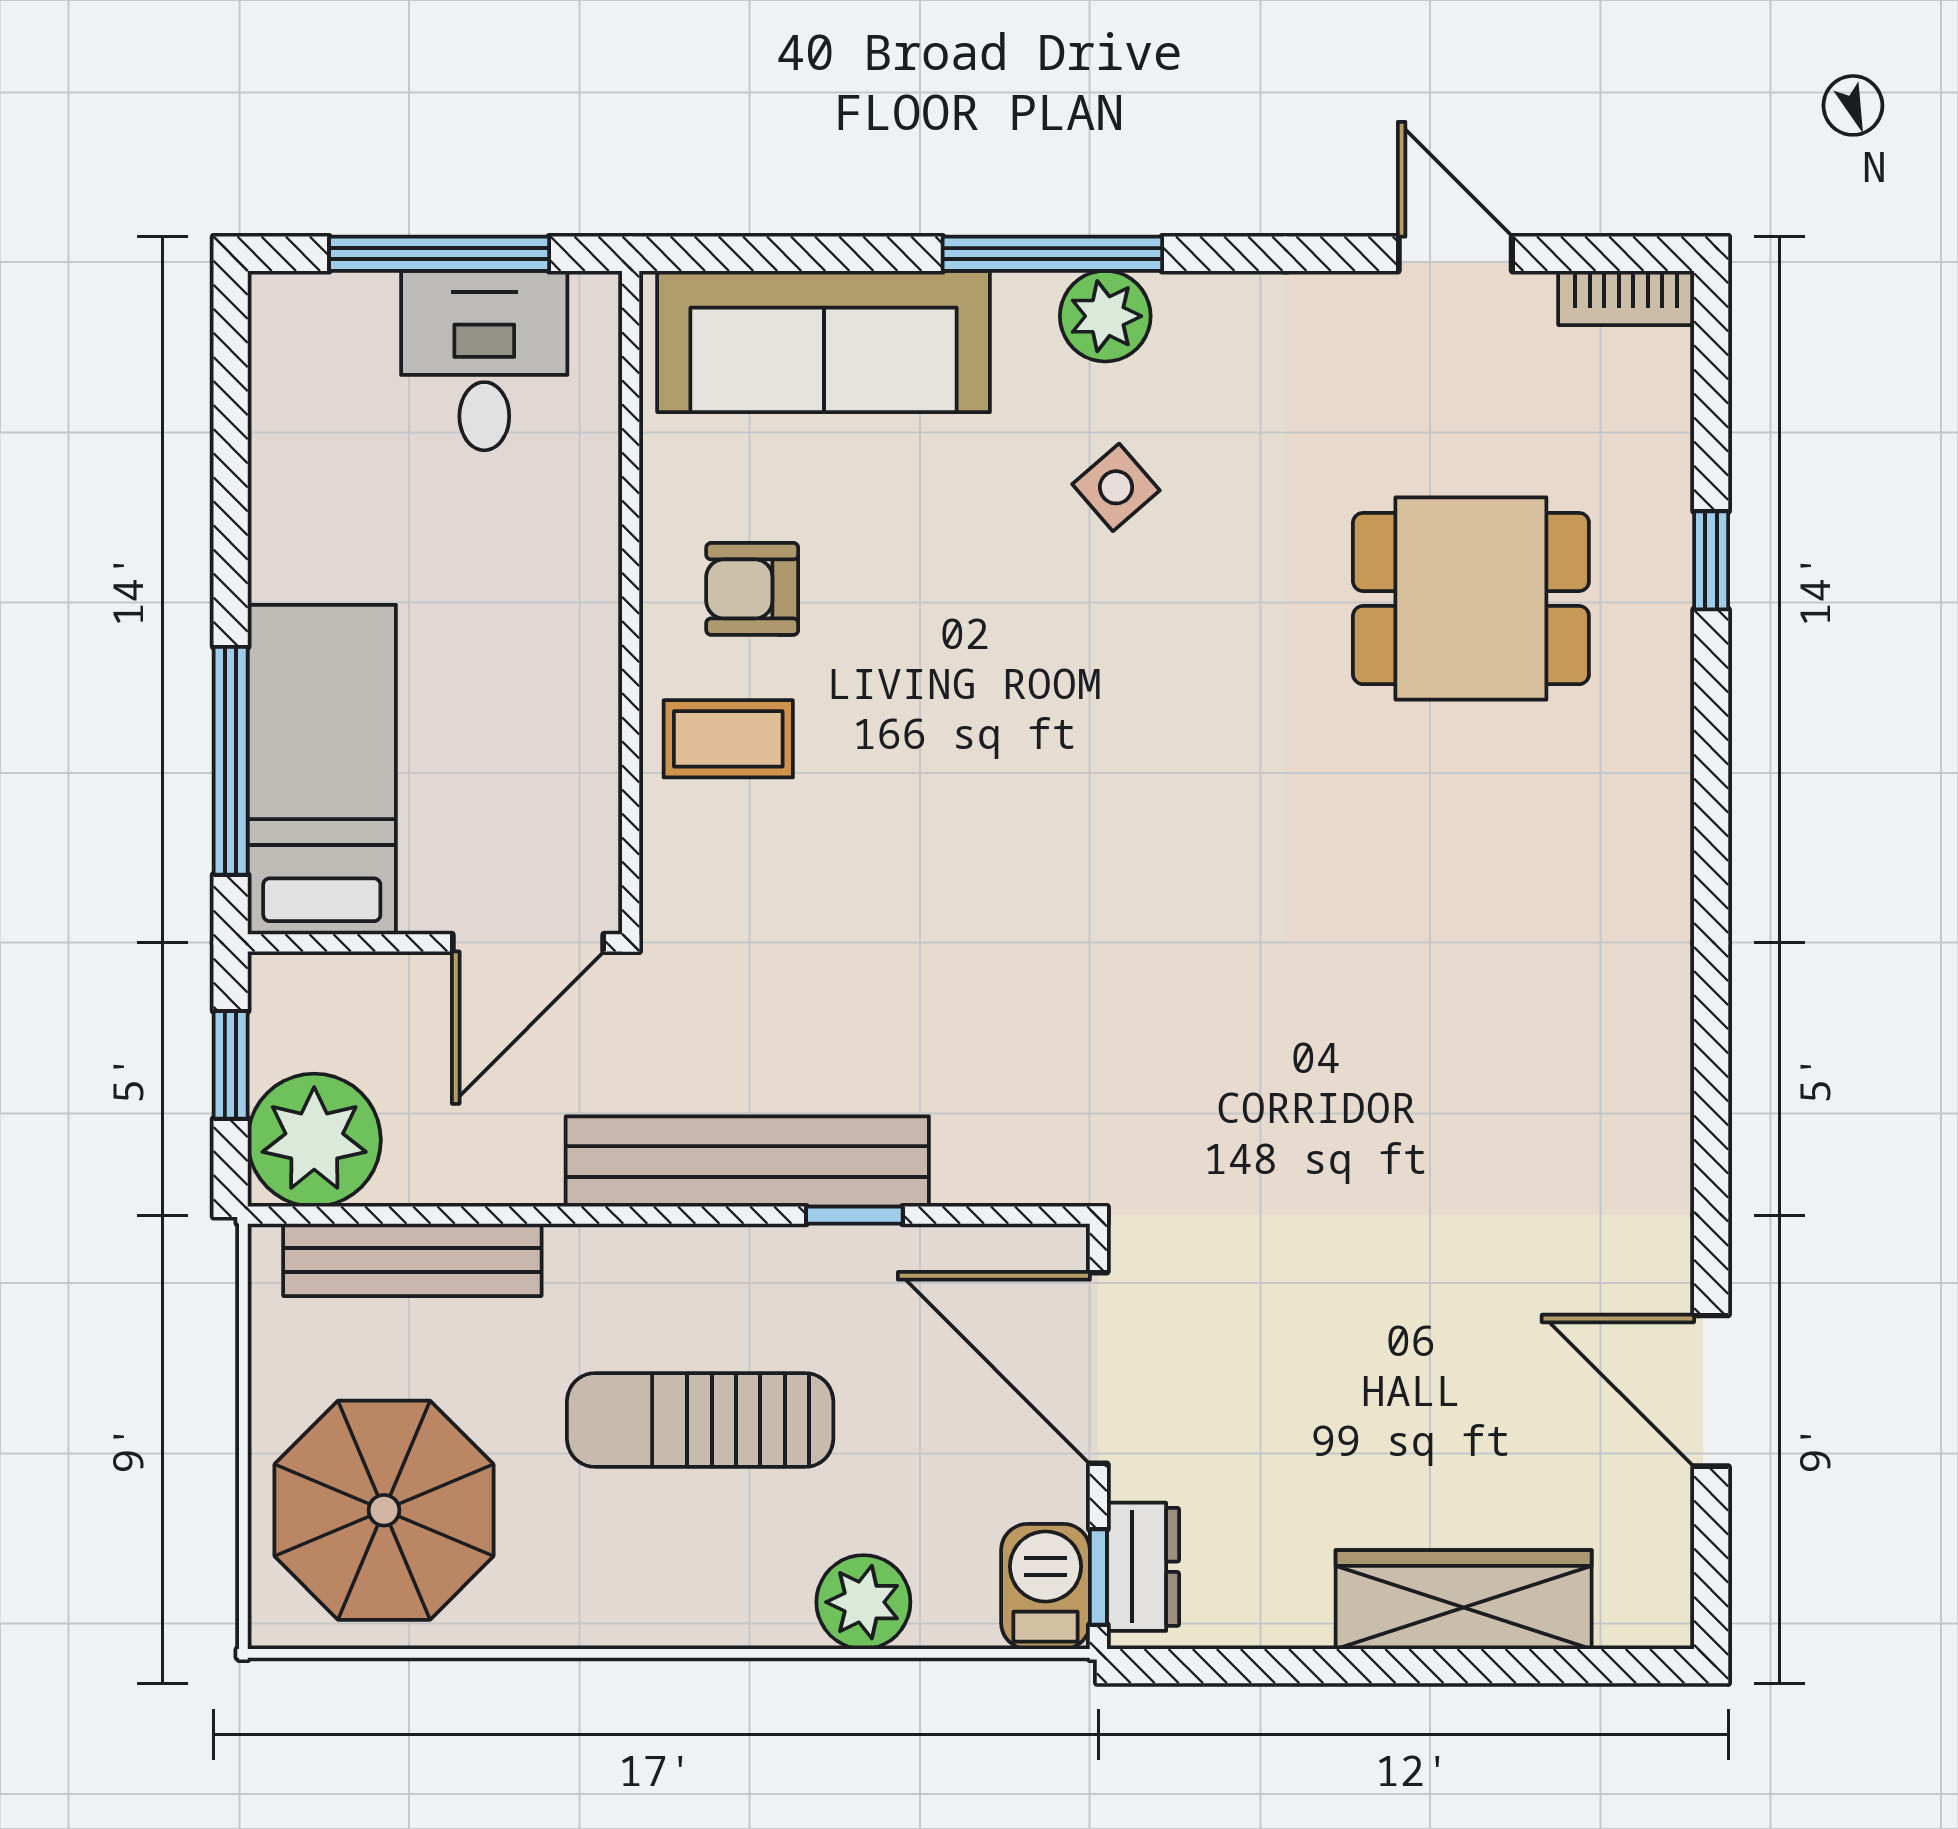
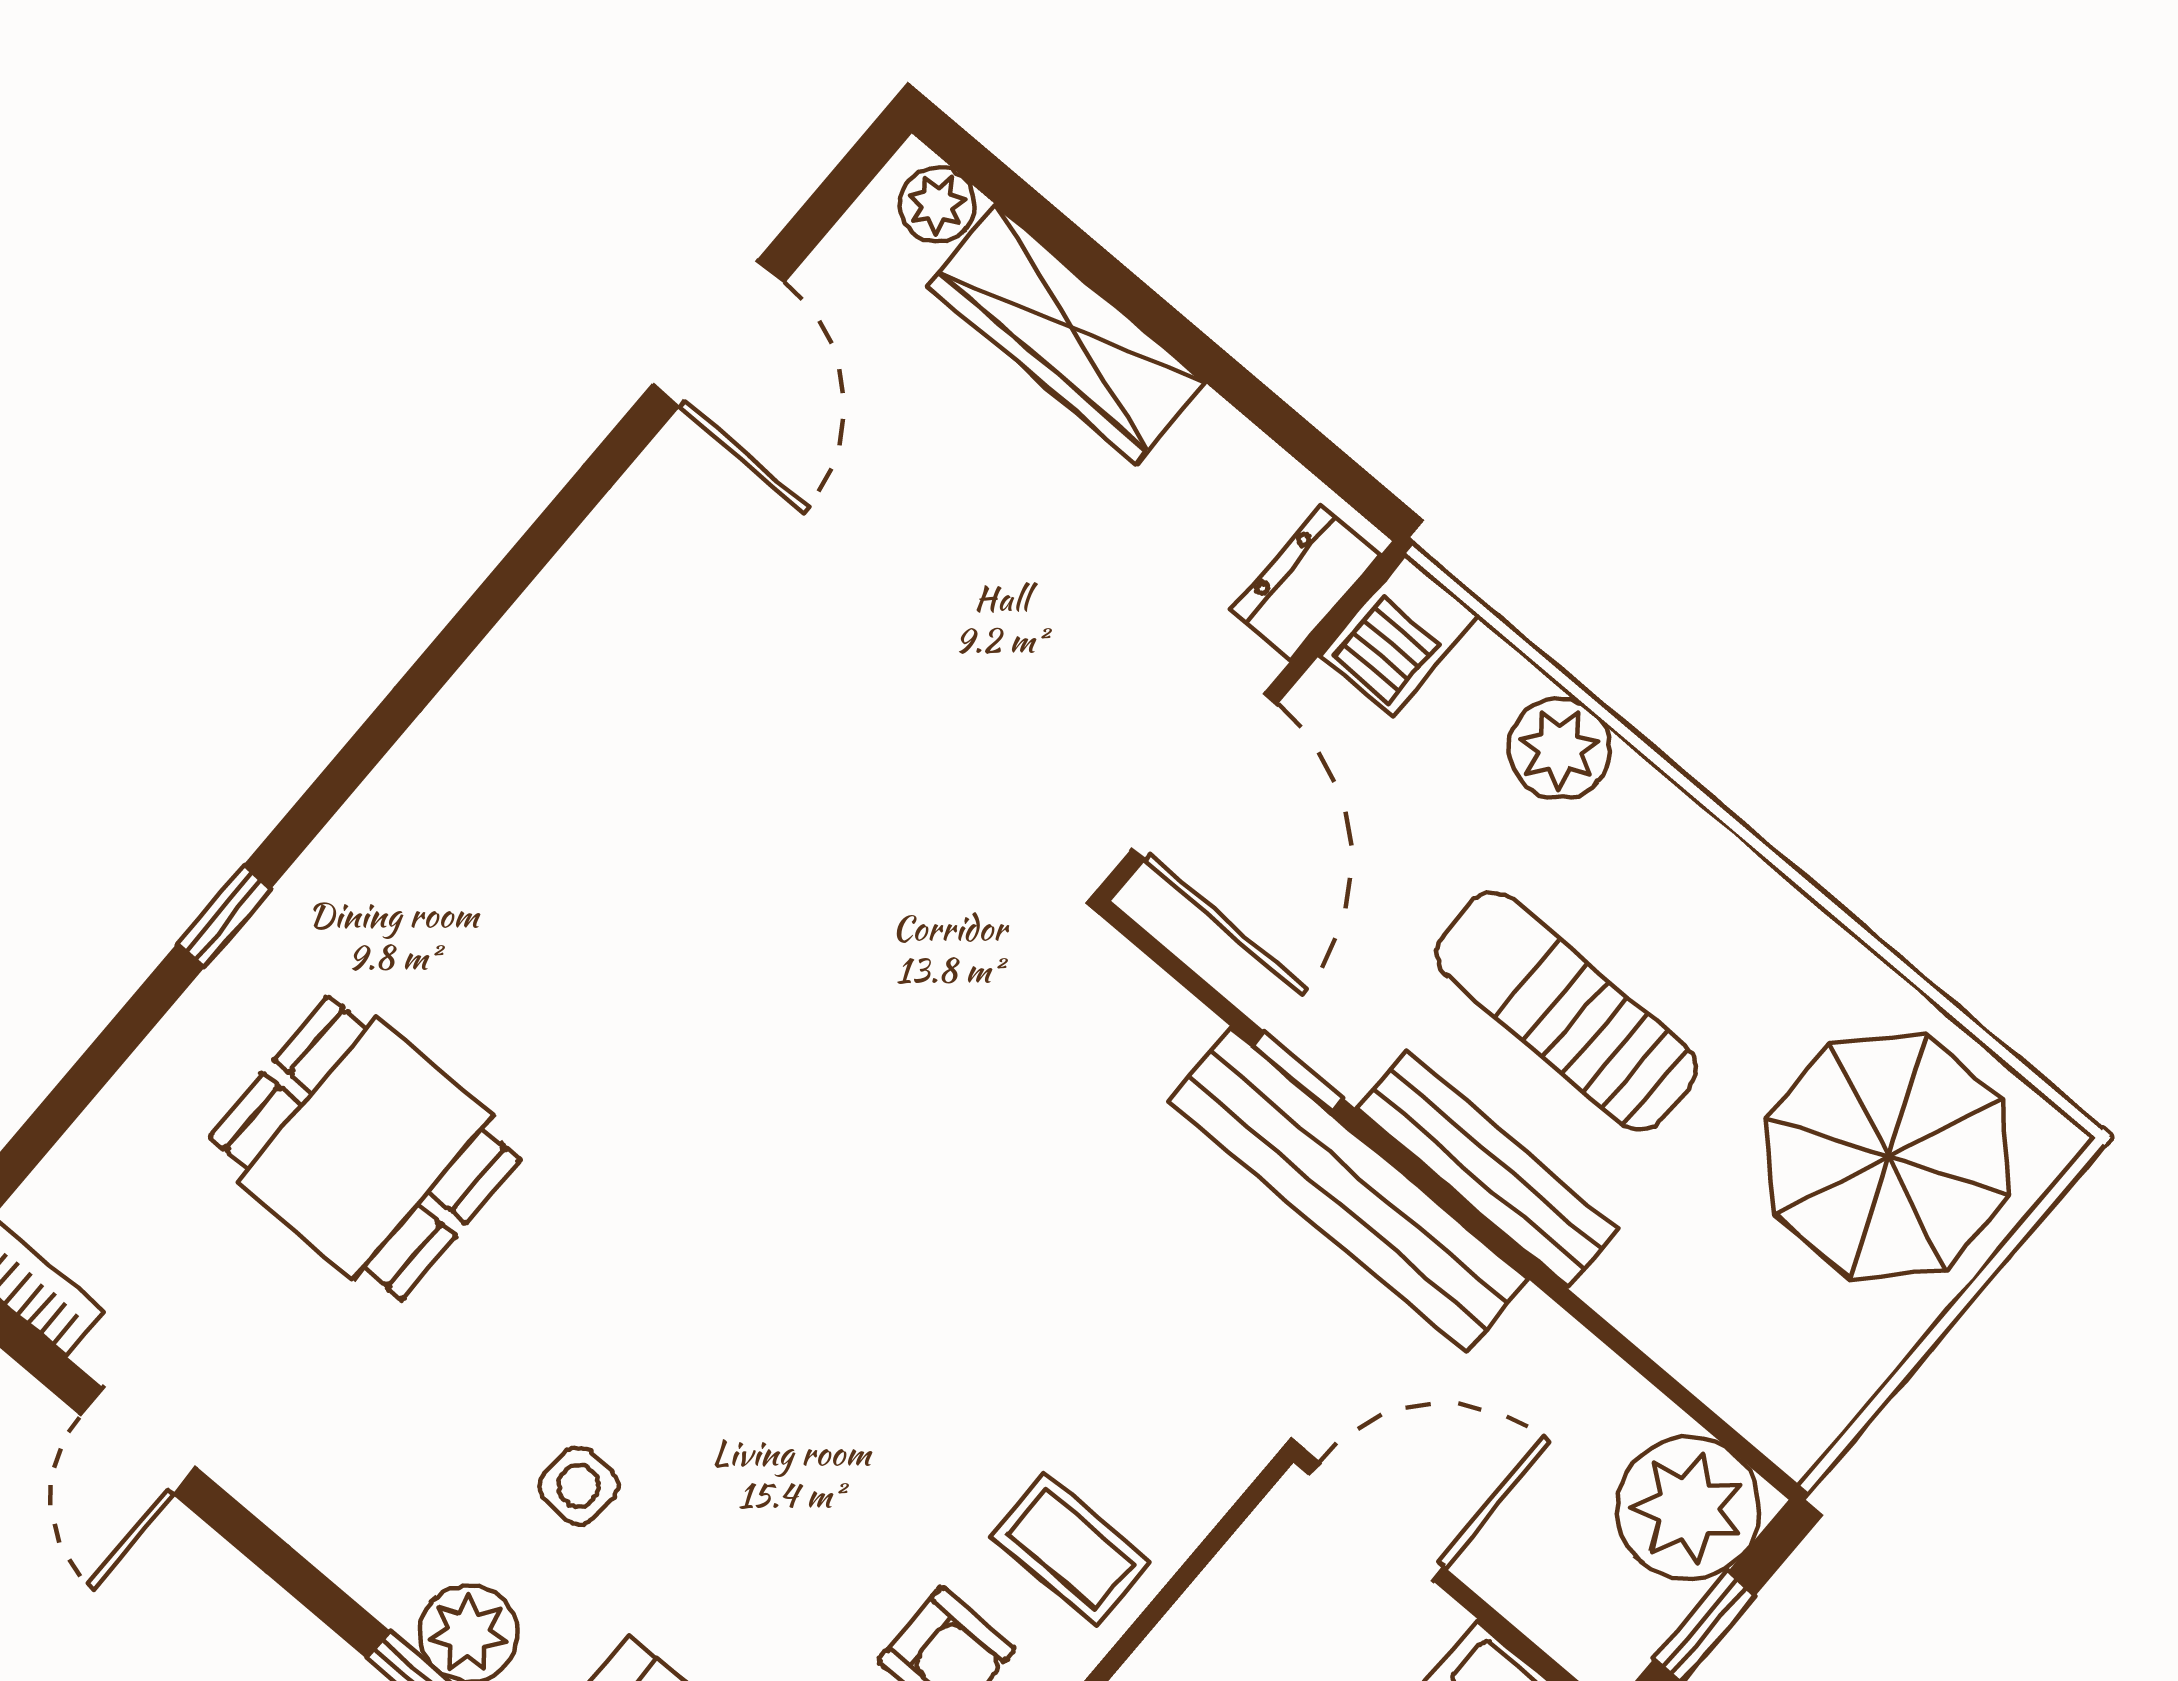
side table: (1116, 487) -> (578, 1486), turned 45
window: (1711, 560) -> (224, 916), moved
bench: (412, 1260) -> (1487, 1169), moved
sun lounger: (700, 1420) -> (1566, 1011), turned 180
window: (1098, 1577) -> (1349, 606), removed
plant: (1633, 1614) -> (937, 204), added

